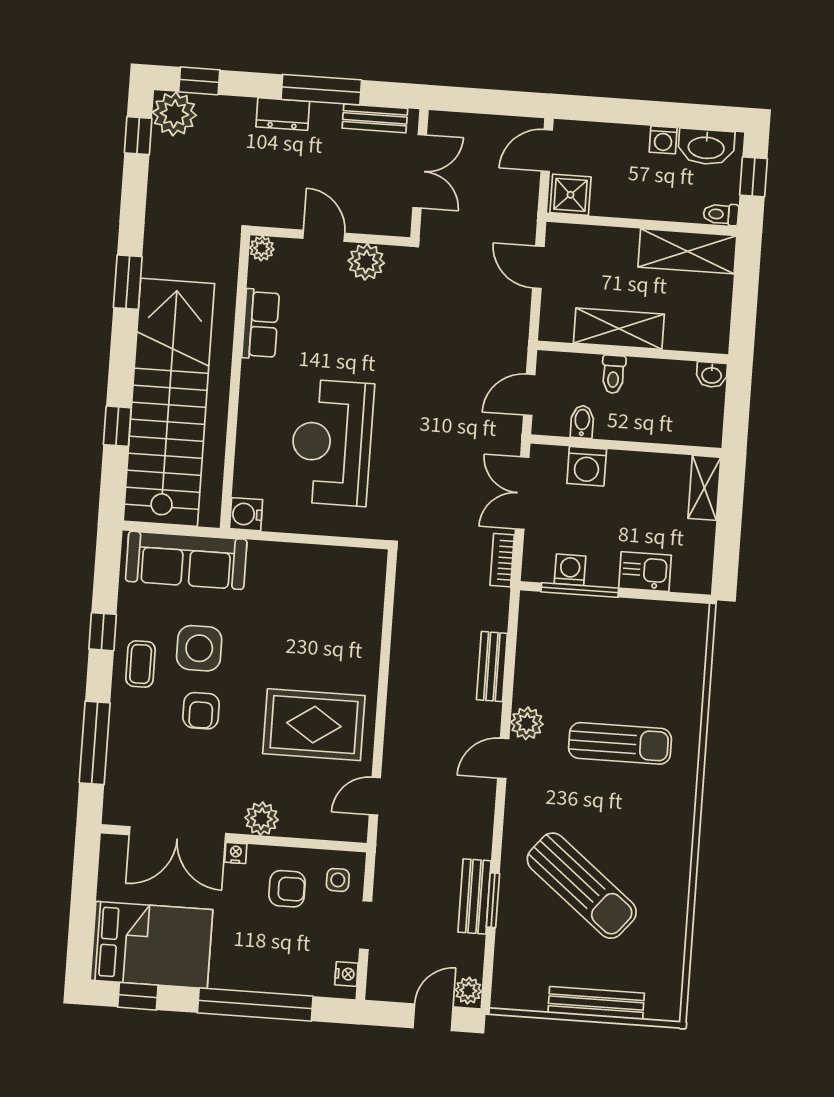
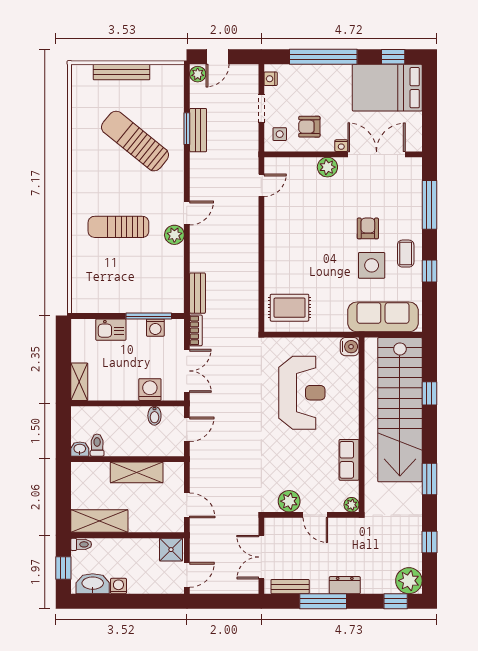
window: (138, 136) -> (429, 542), moved
toilet: (613, 374) -> (97, 445), moved
bench: (492, 667) -> (198, 293), moved
rug: (314, 725) -> (290, 308), moved, width x0.73, depth x0.70

